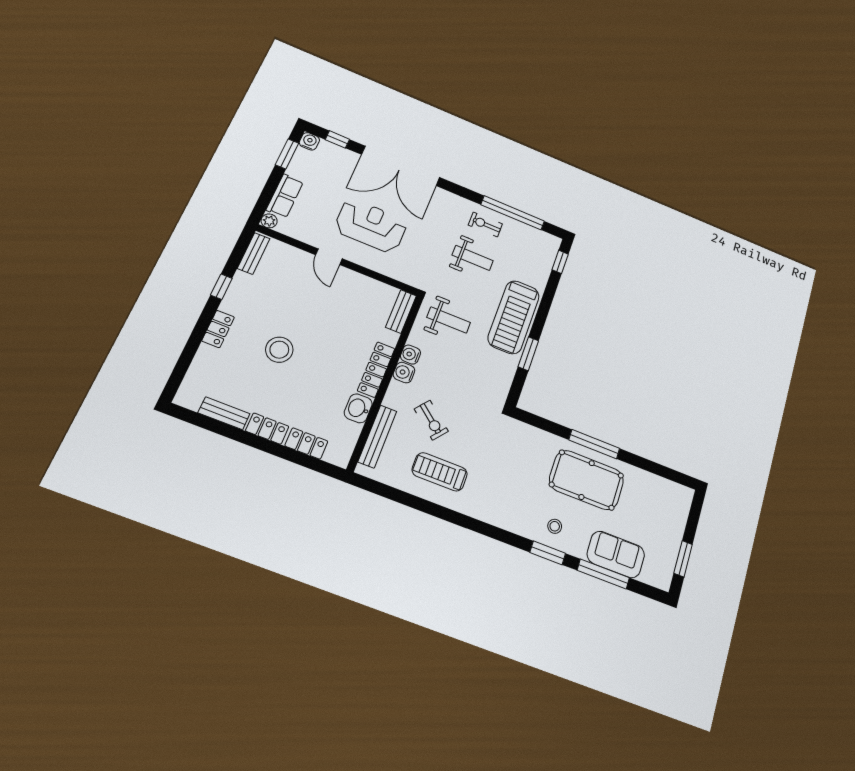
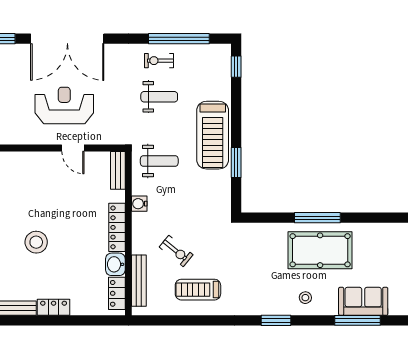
door: (329, 257) -> (73, 148), moved
water cooler: (404, 373) -> (140, 221), removed
locker: (306, 443) -> (117, 293), moved, turned -90
window: (548, 553) -> (276, 320), moved

